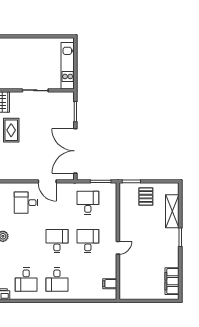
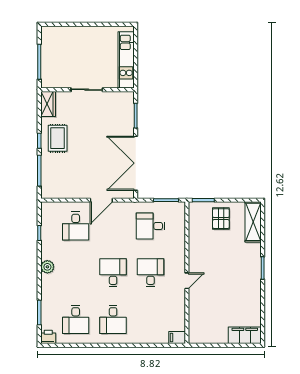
door: (47, 181) -> (101, 200), hinge flipped
desk: (26, 203) -> (76, 226), turned -90
desk: (88, 203) -> (151, 226), turned -90
shelving: (172, 211) -> (253, 222), moved
filing cabinet: (172, 281) -> (245, 335), moved, turned 90
filing cabinet: (110, 284) -> (177, 338), moved

